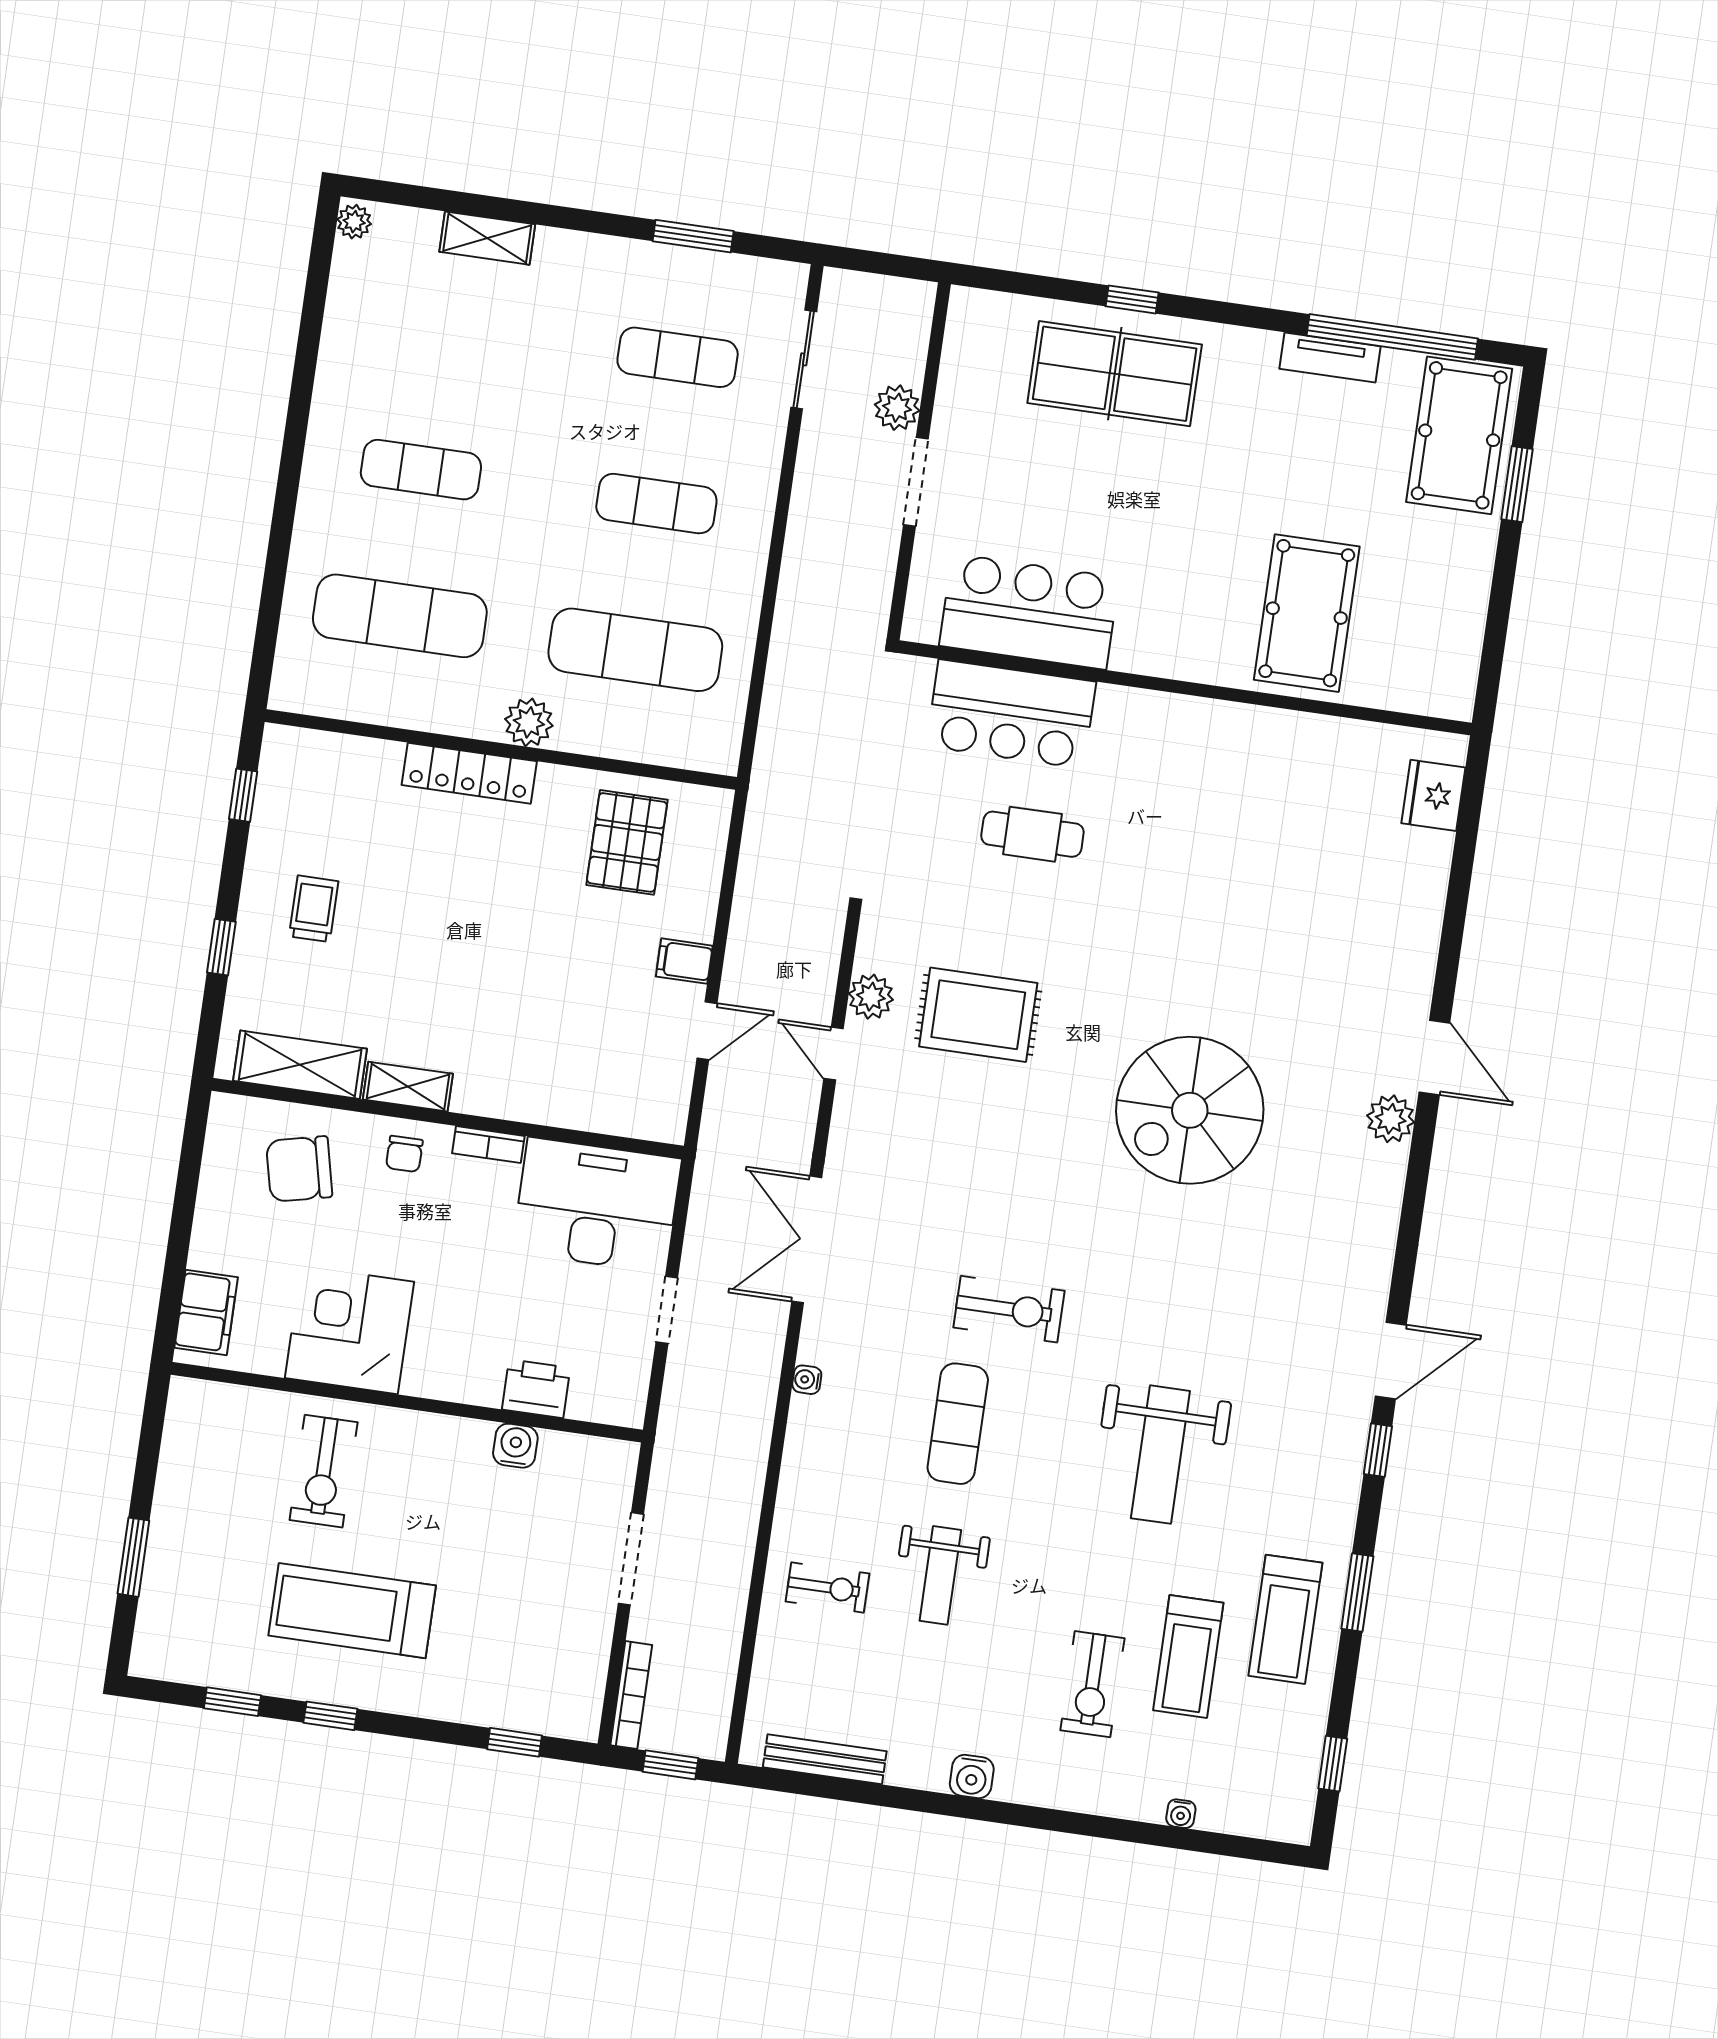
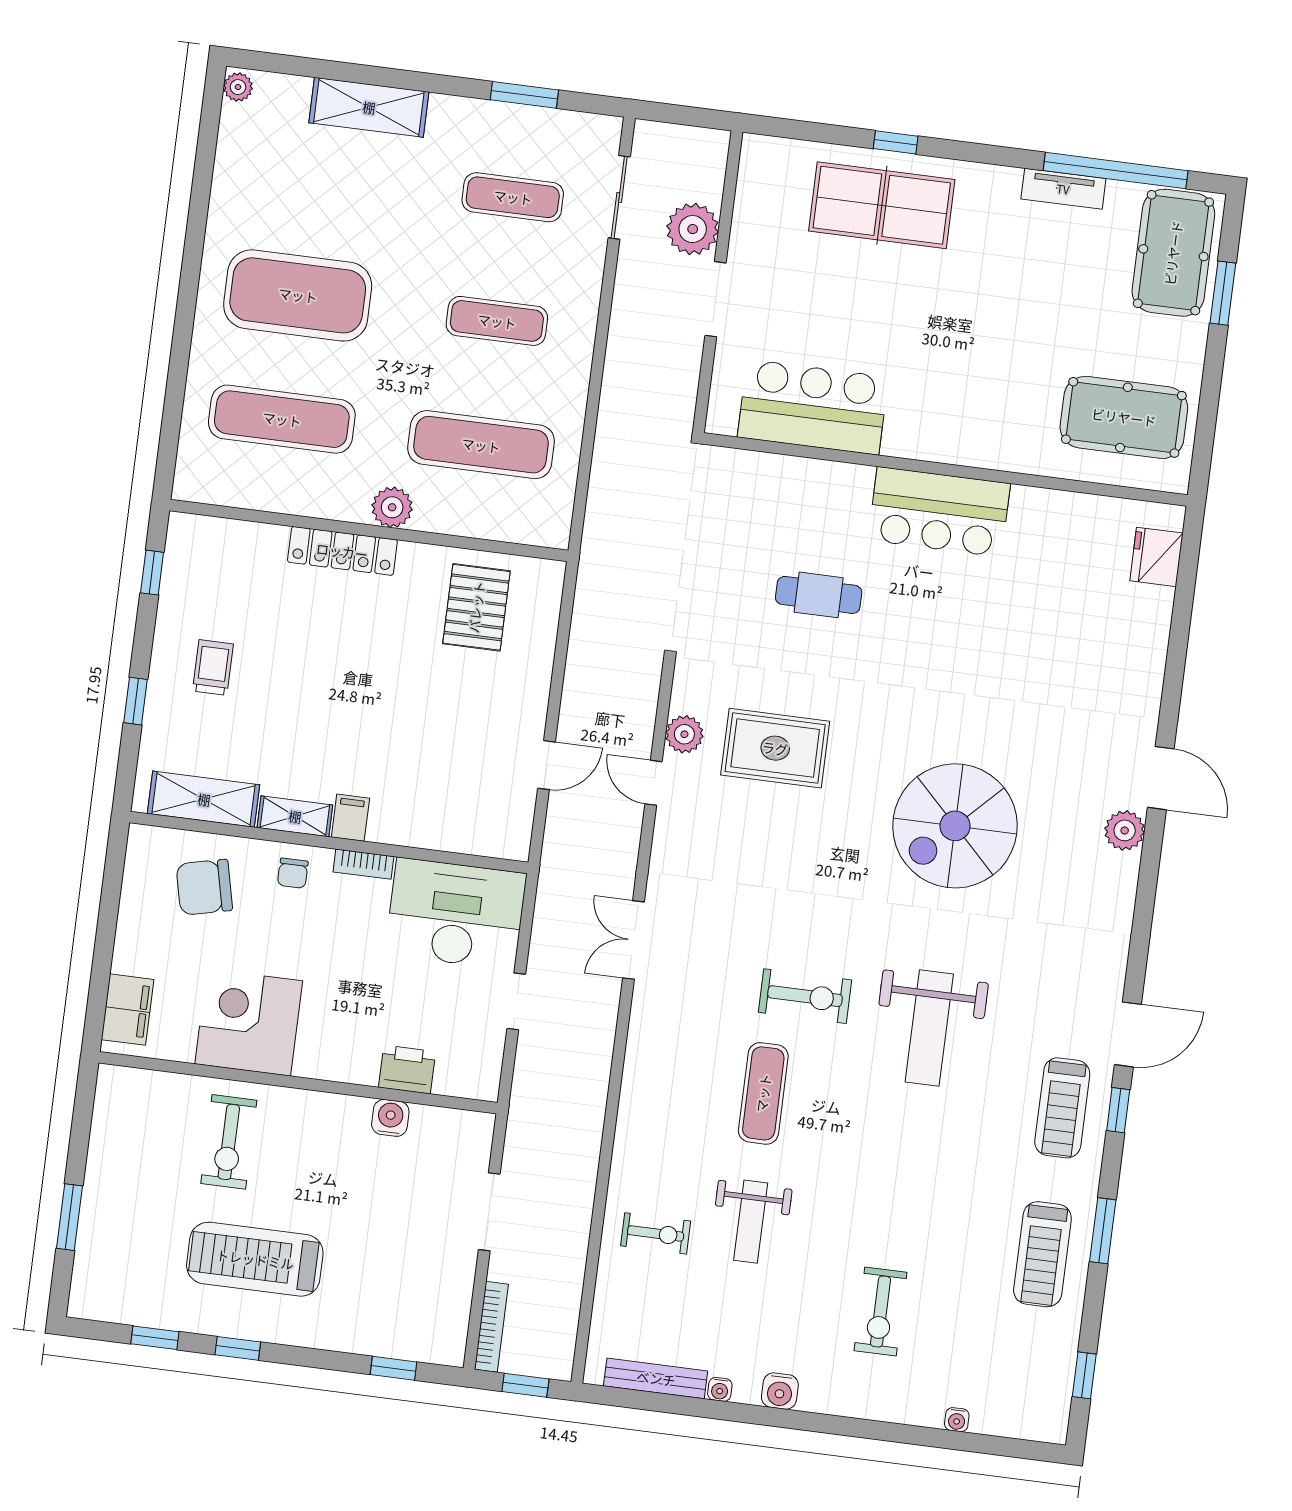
shelving: (487, 238) -> (369, 107), width x1.50, depth x1.33
plant: (897, 408) -> (693, 229), width x1.36, depth x1.36
exercise mat: (421, 470) -> (298, 295), width x2.00, depth x1.45
pool table: (1307, 613) -> (1124, 417), moved, turned 90
bar counter: (1011, 714) -> (939, 512), moved
filing cabinet: (684, 961) -> (350, 818), moved, turned 90
double door: (807, 1239) -> (633, 940), width x0.73
water cooler: (807, 1380) -> (720, 1389), moved, turned -90
weight bench: (1160, 1455) -> (929, 1028), moved
treadmill: (1188, 1657) -> (1062, 1108), moved

